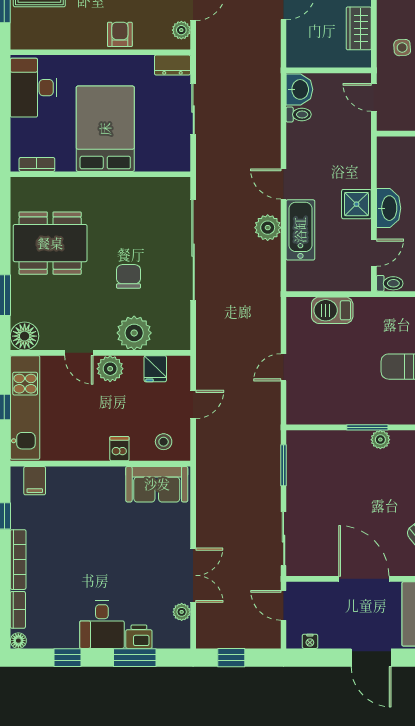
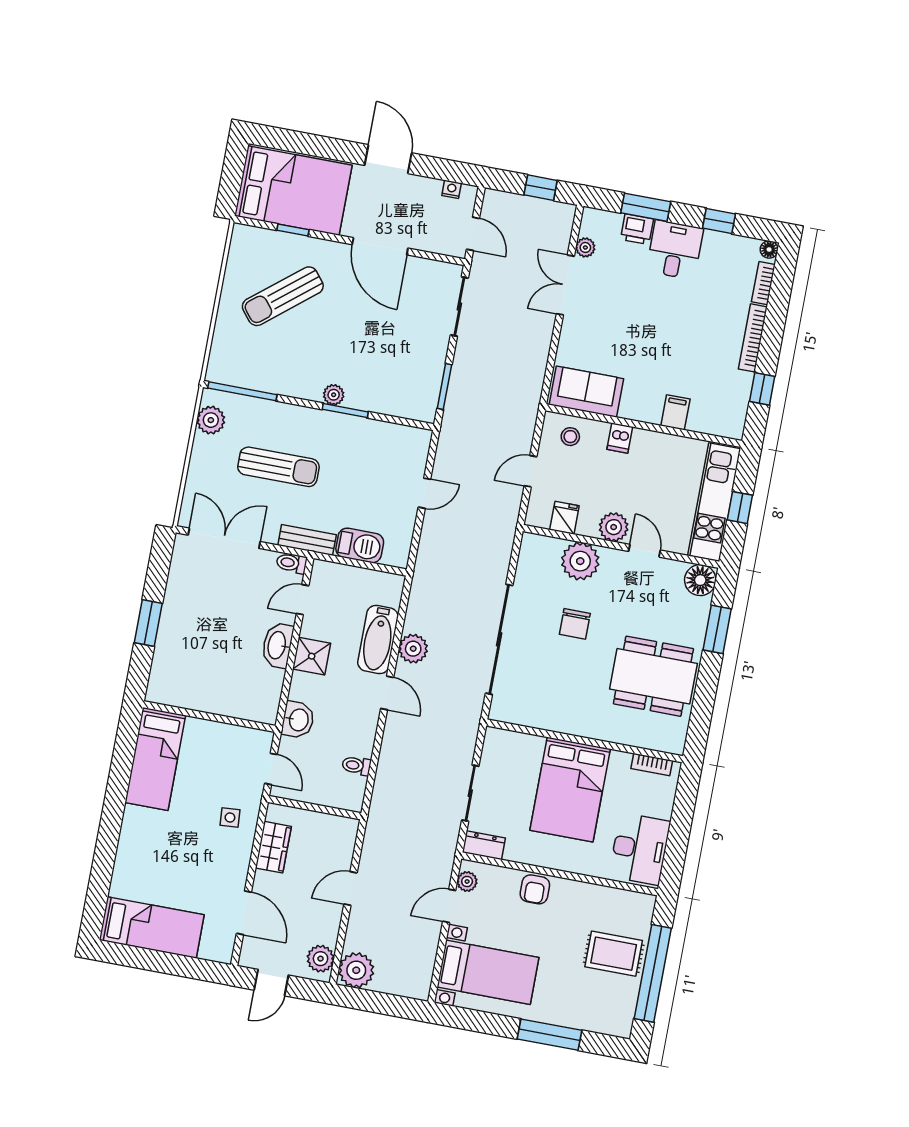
washbasin: (299, 89) -> (298, 720), moved, turned 180
bench: (380, 306) -> (307, 540), added
filing cabinet: (35, 481) -> (675, 412), moved

